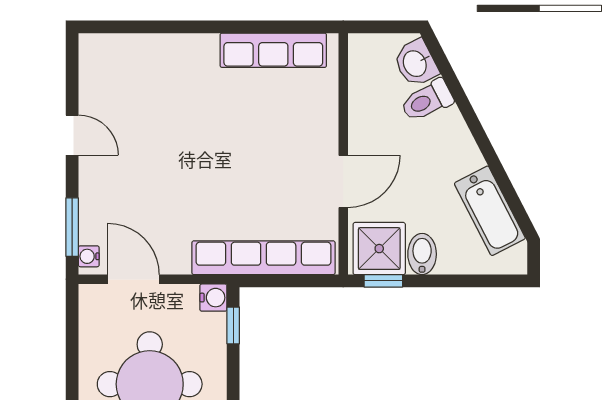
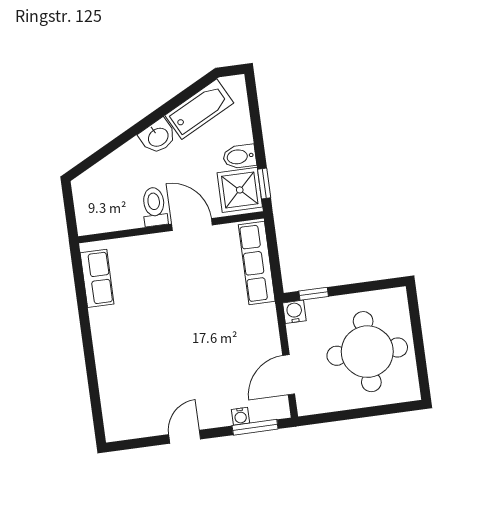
row of seats: (273, 50) -> (97, 278), width x0.68
washbasin: (416, 63) -> (158, 137), moved
toilet: (427, 101) -> (154, 207), moved, turned -153
water cooler: (89, 256) -> (240, 416), moved
row of seats: (264, 258) -> (257, 263), width x0.73

